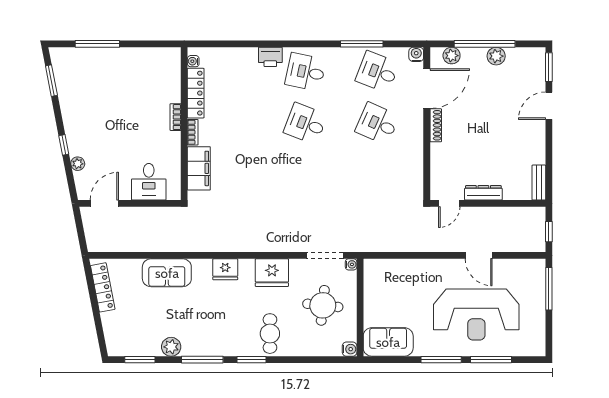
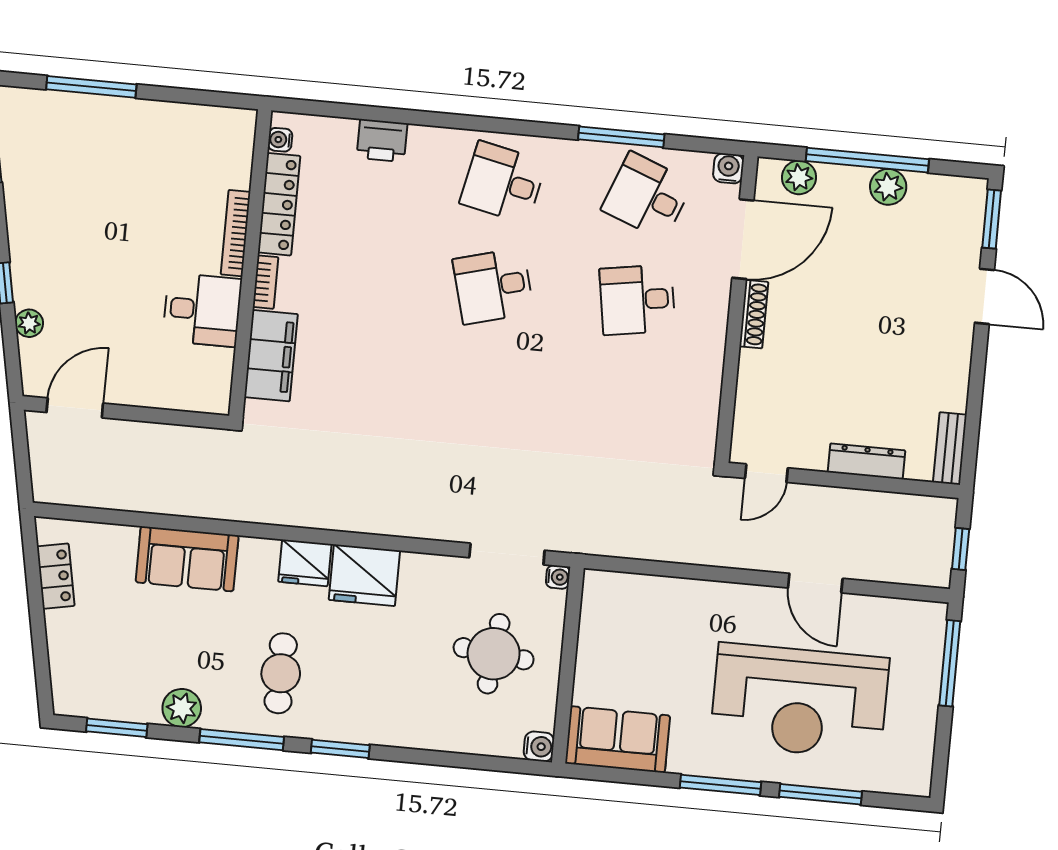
printer: (270, 57) -> (382, 141), moved
door: (549, 106) -> (984, 296), swing flipped
bookcase: (176, 117) -> (236, 233), width x1.56
desk: (305, 124) -> (493, 286), turned -36
desk: (377, 124) -> (637, 300), turned -33
desk: (149, 182) -> (202, 310), moved, turned -90
dresser: (483, 193) -> (866, 461), moved
fridge: (272, 273) -> (364, 575), moved
locker: (103, 287) -> (56, 576), width x0.66
cafe table: (270, 334) -> (281, 673), moved

